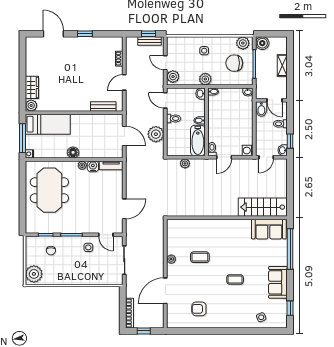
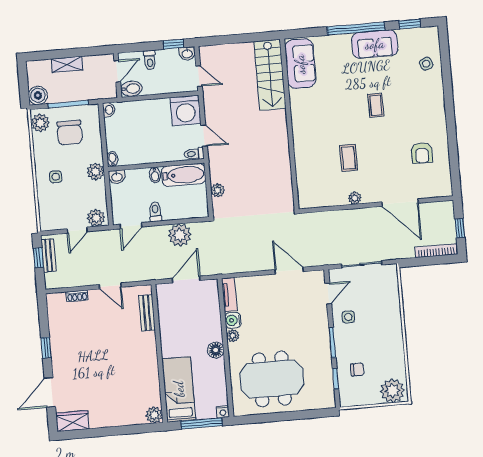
wardrobe: (32, 87) -> (73, 421), moved
washing machine: (248, 151) -> (186, 110), width x1.89, depth x1.89
window: (290, 249) -> (356, 29), moved

